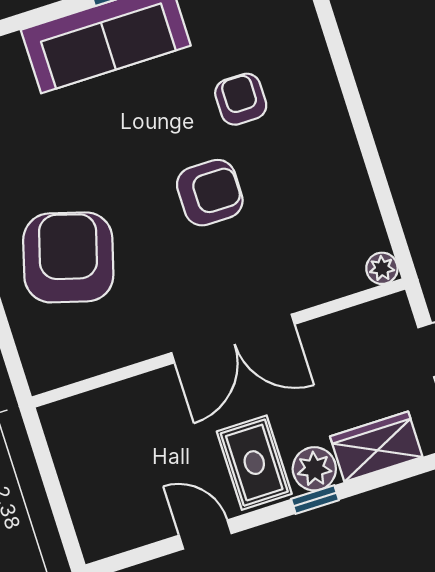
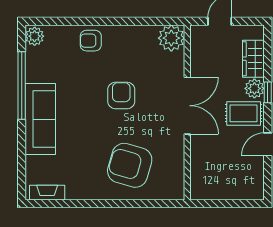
armchair: (241, 99) -> (91, 41), moved
plant: (382, 268) -> (171, 38), width x1.87, depth x1.87

